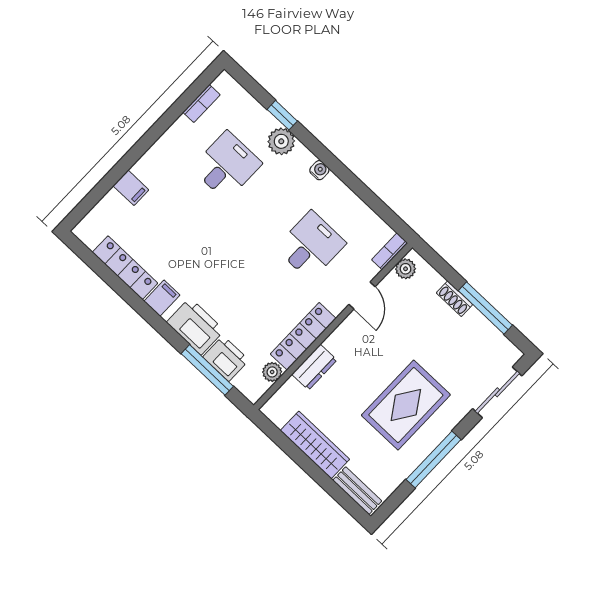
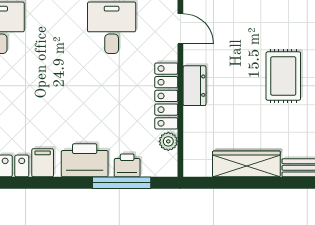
printer: (226, 358) -> (127, 165), width x0.73, depth x0.81
dresser: (314, 367) -> (194, 86), moved
rug: (406, 405) -> (283, 76), width x0.73, depth x0.70

